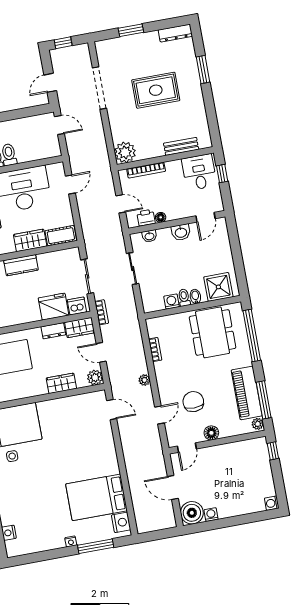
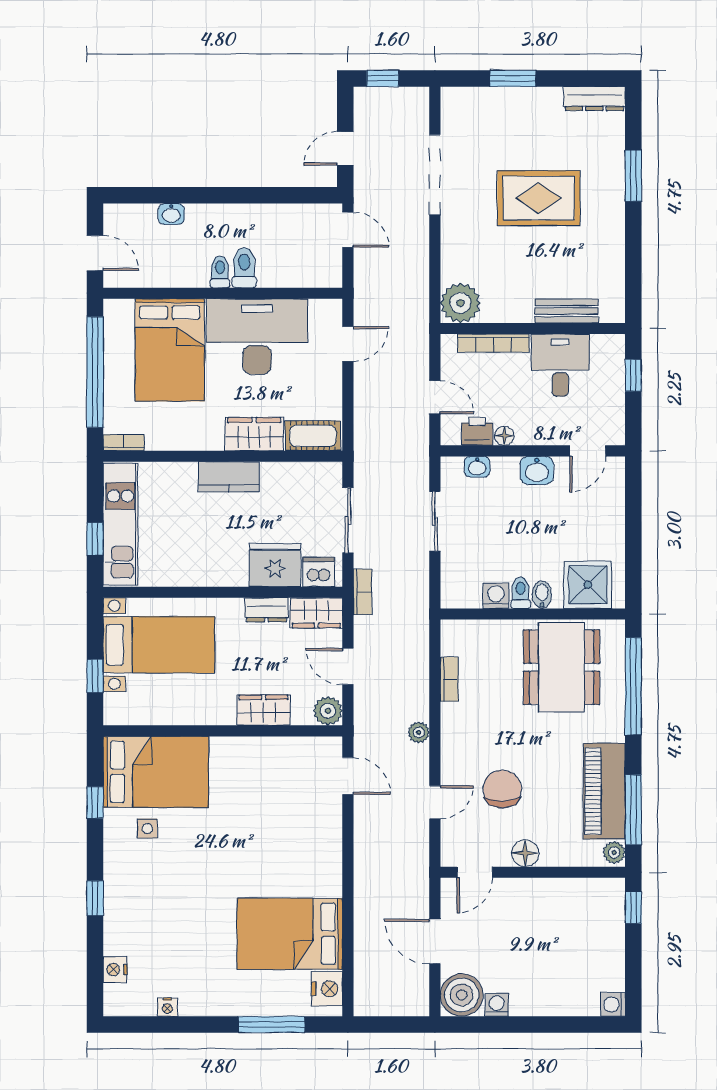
desk: (199, 172) -> (560, 365), moved
nightstand: (71, 542) -> (167, 1007), moved

